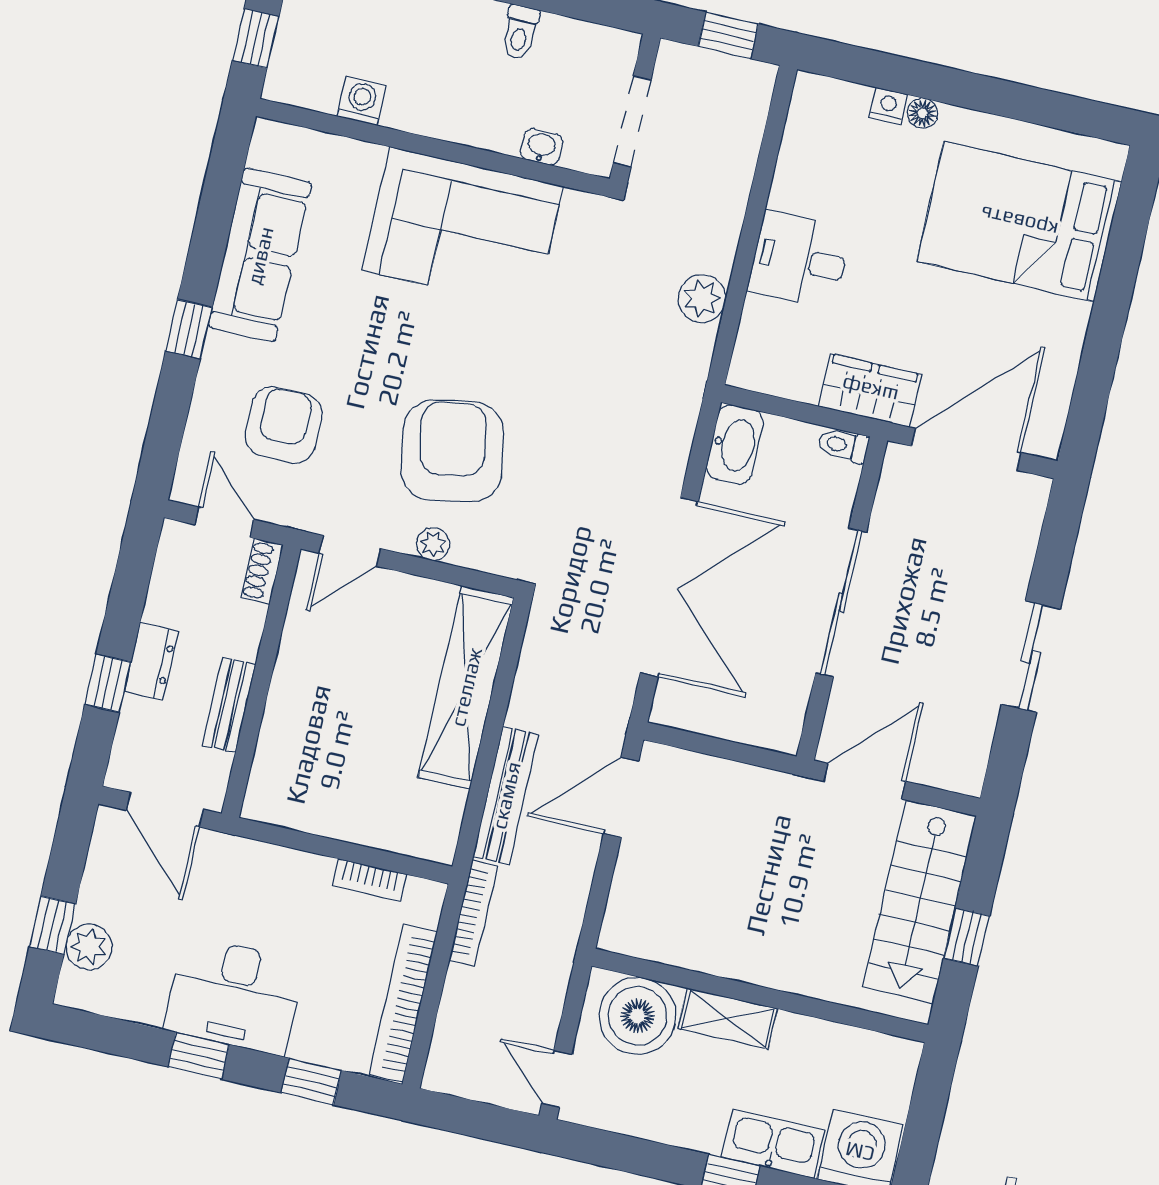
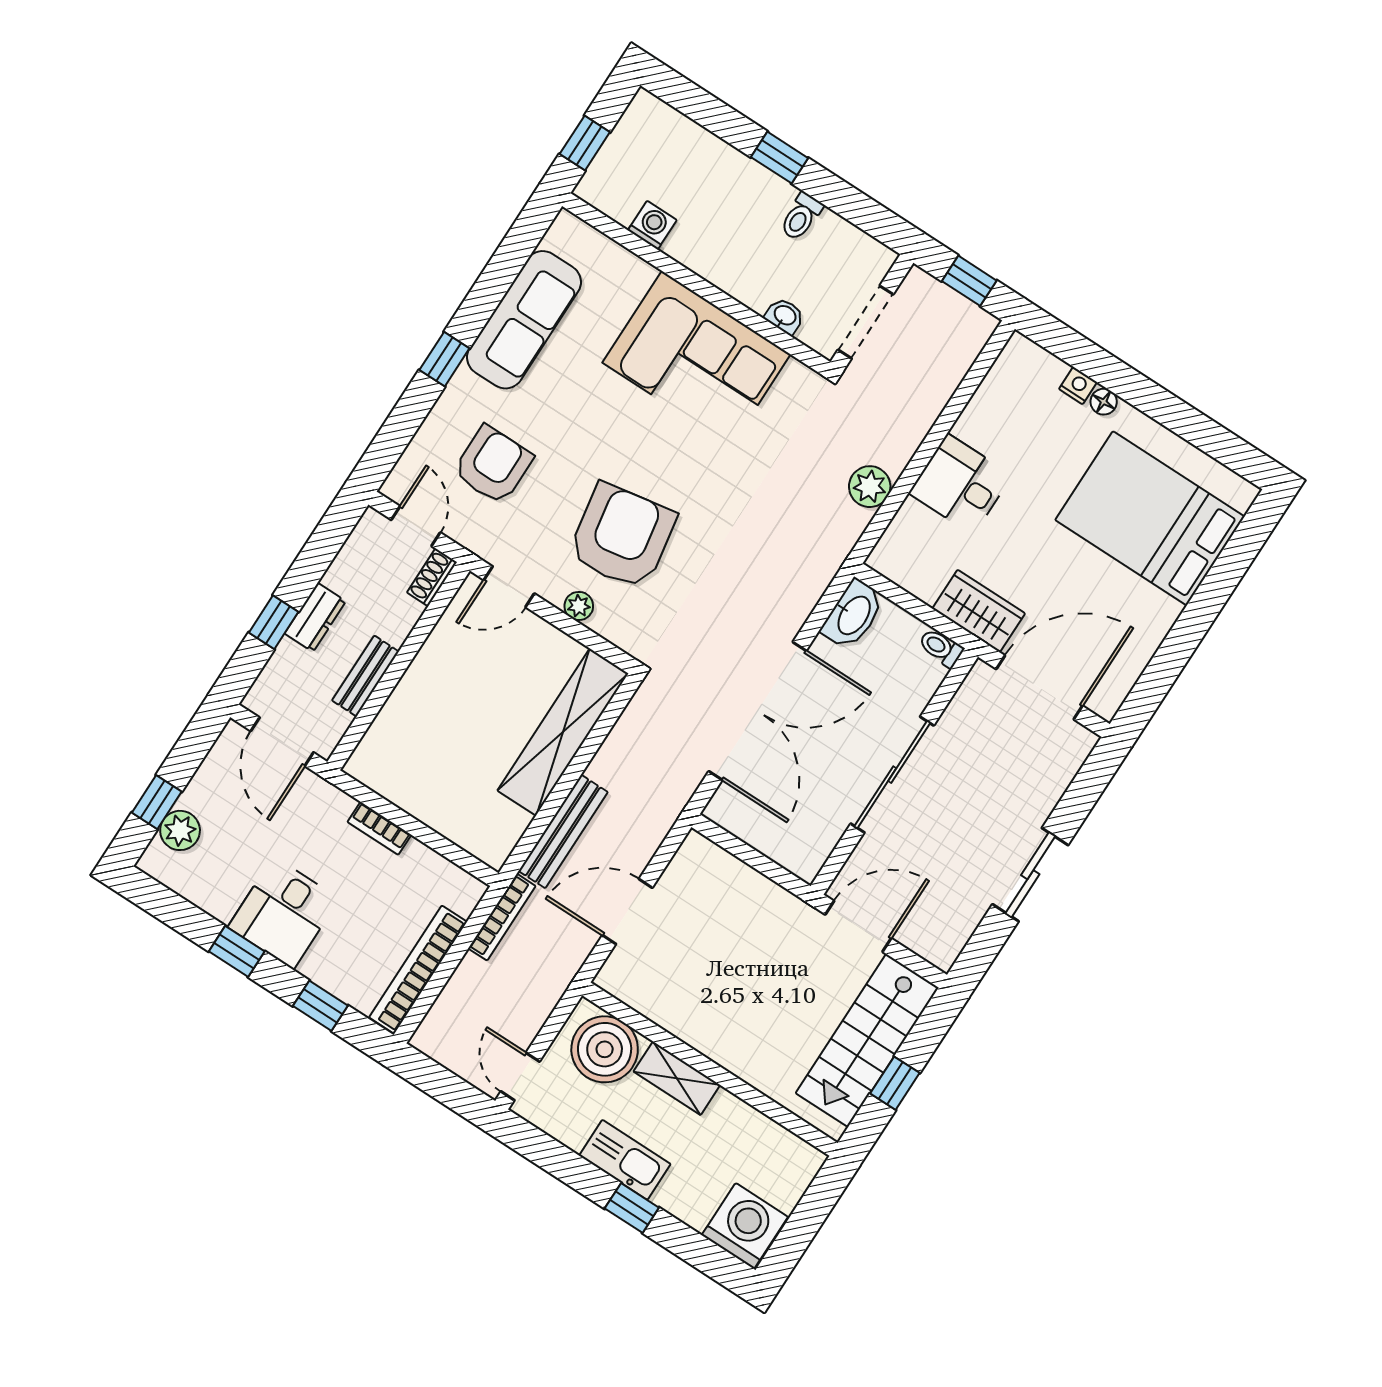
door: (621, 797) -> (627, 911), moved
bookcase: (369, 880) -> (379, 828), moved
desk: (234, 995) -> (284, 913), width x0.73
kitchen sink: (773, 1144) -> (625, 1160), moved

